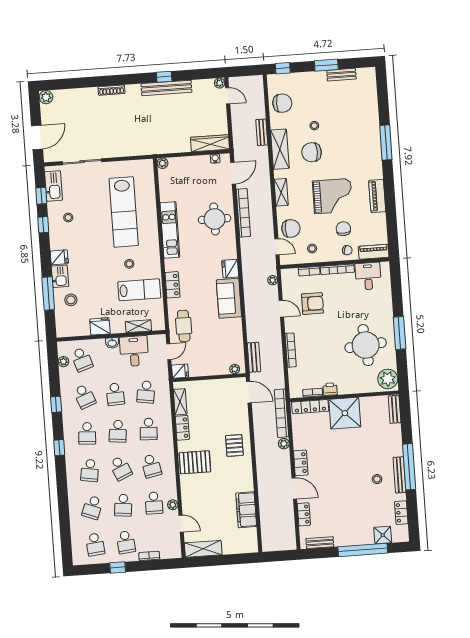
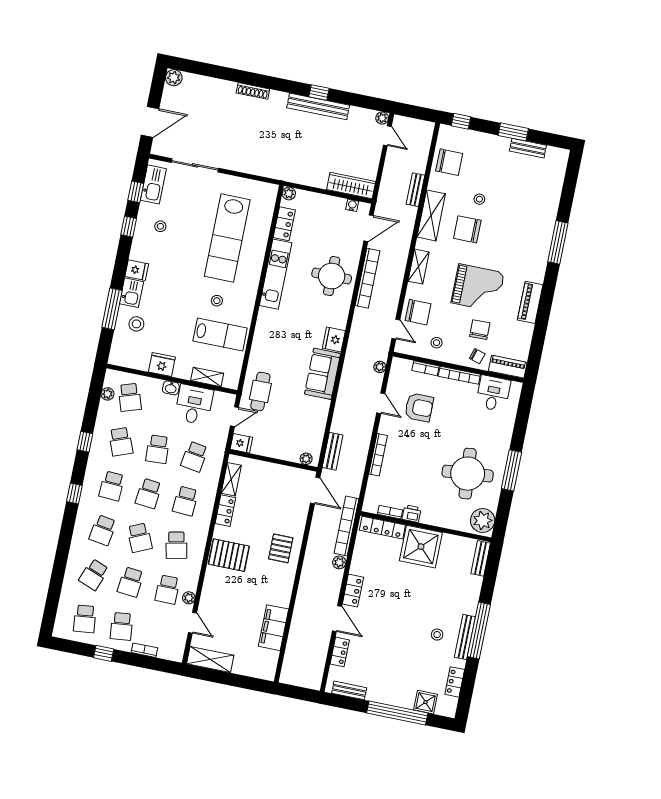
locker: (172, 285) -> (284, 224), moved

